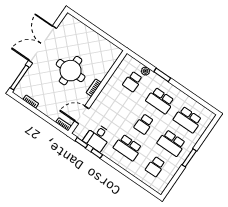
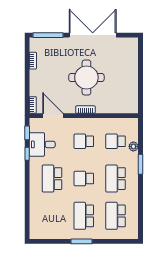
school desk: (155, 167) -> (84, 141), moved

